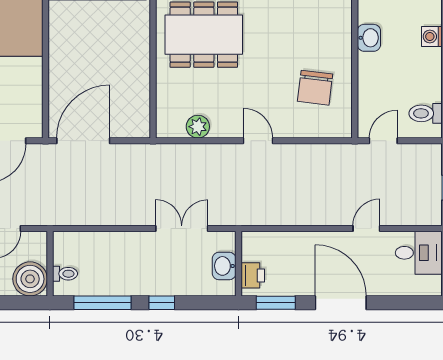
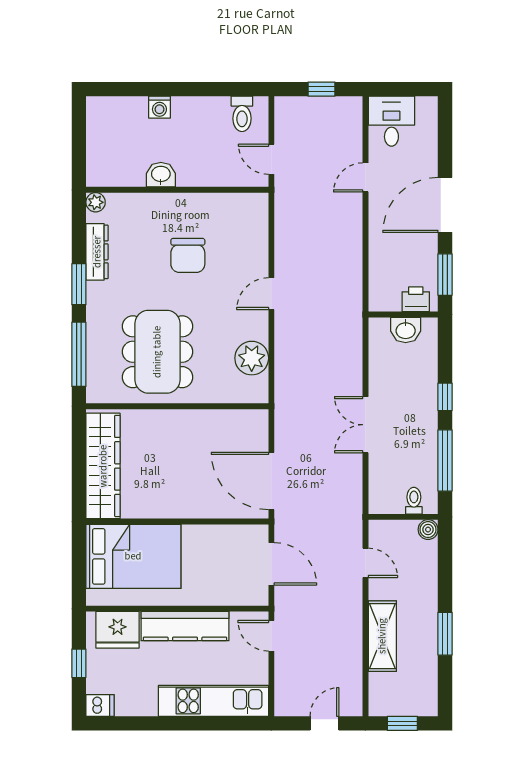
chair: (315, 88) -> (188, 255), moved, turned 83
plant: (198, 127) -> (252, 358), width x1.36, depth x1.36
double door: (182, 229) -> (365, 425), moved
door: (366, 229) -> (365, 177), hinge flipped
boiler: (30, 279) -> (428, 530), width x0.54, depth x0.54

